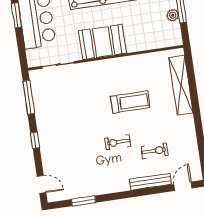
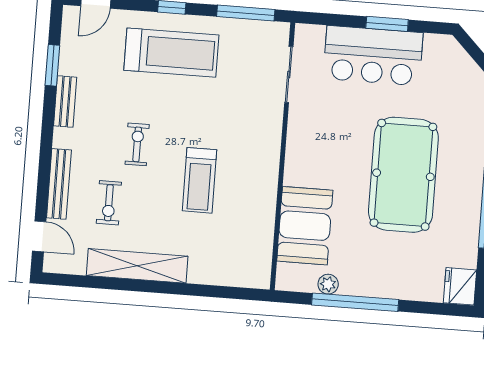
booth: (102, 42) -> (305, 226), moved
shelving: (181, 85) -> (137, 266), moved
treadmill: (61, 135) -> (171, 53), added
bench: (103, 189) -> (65, 102), added

